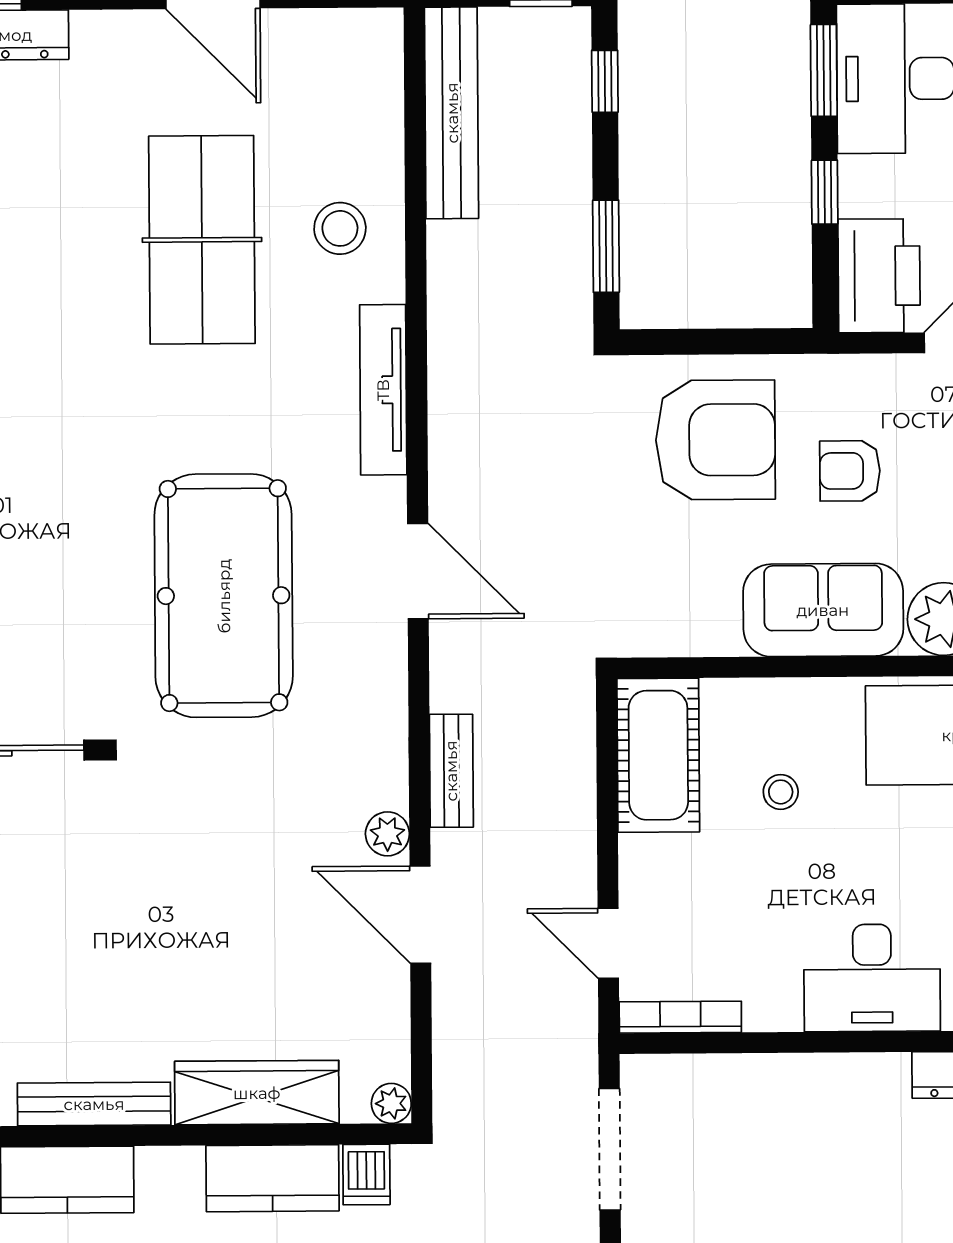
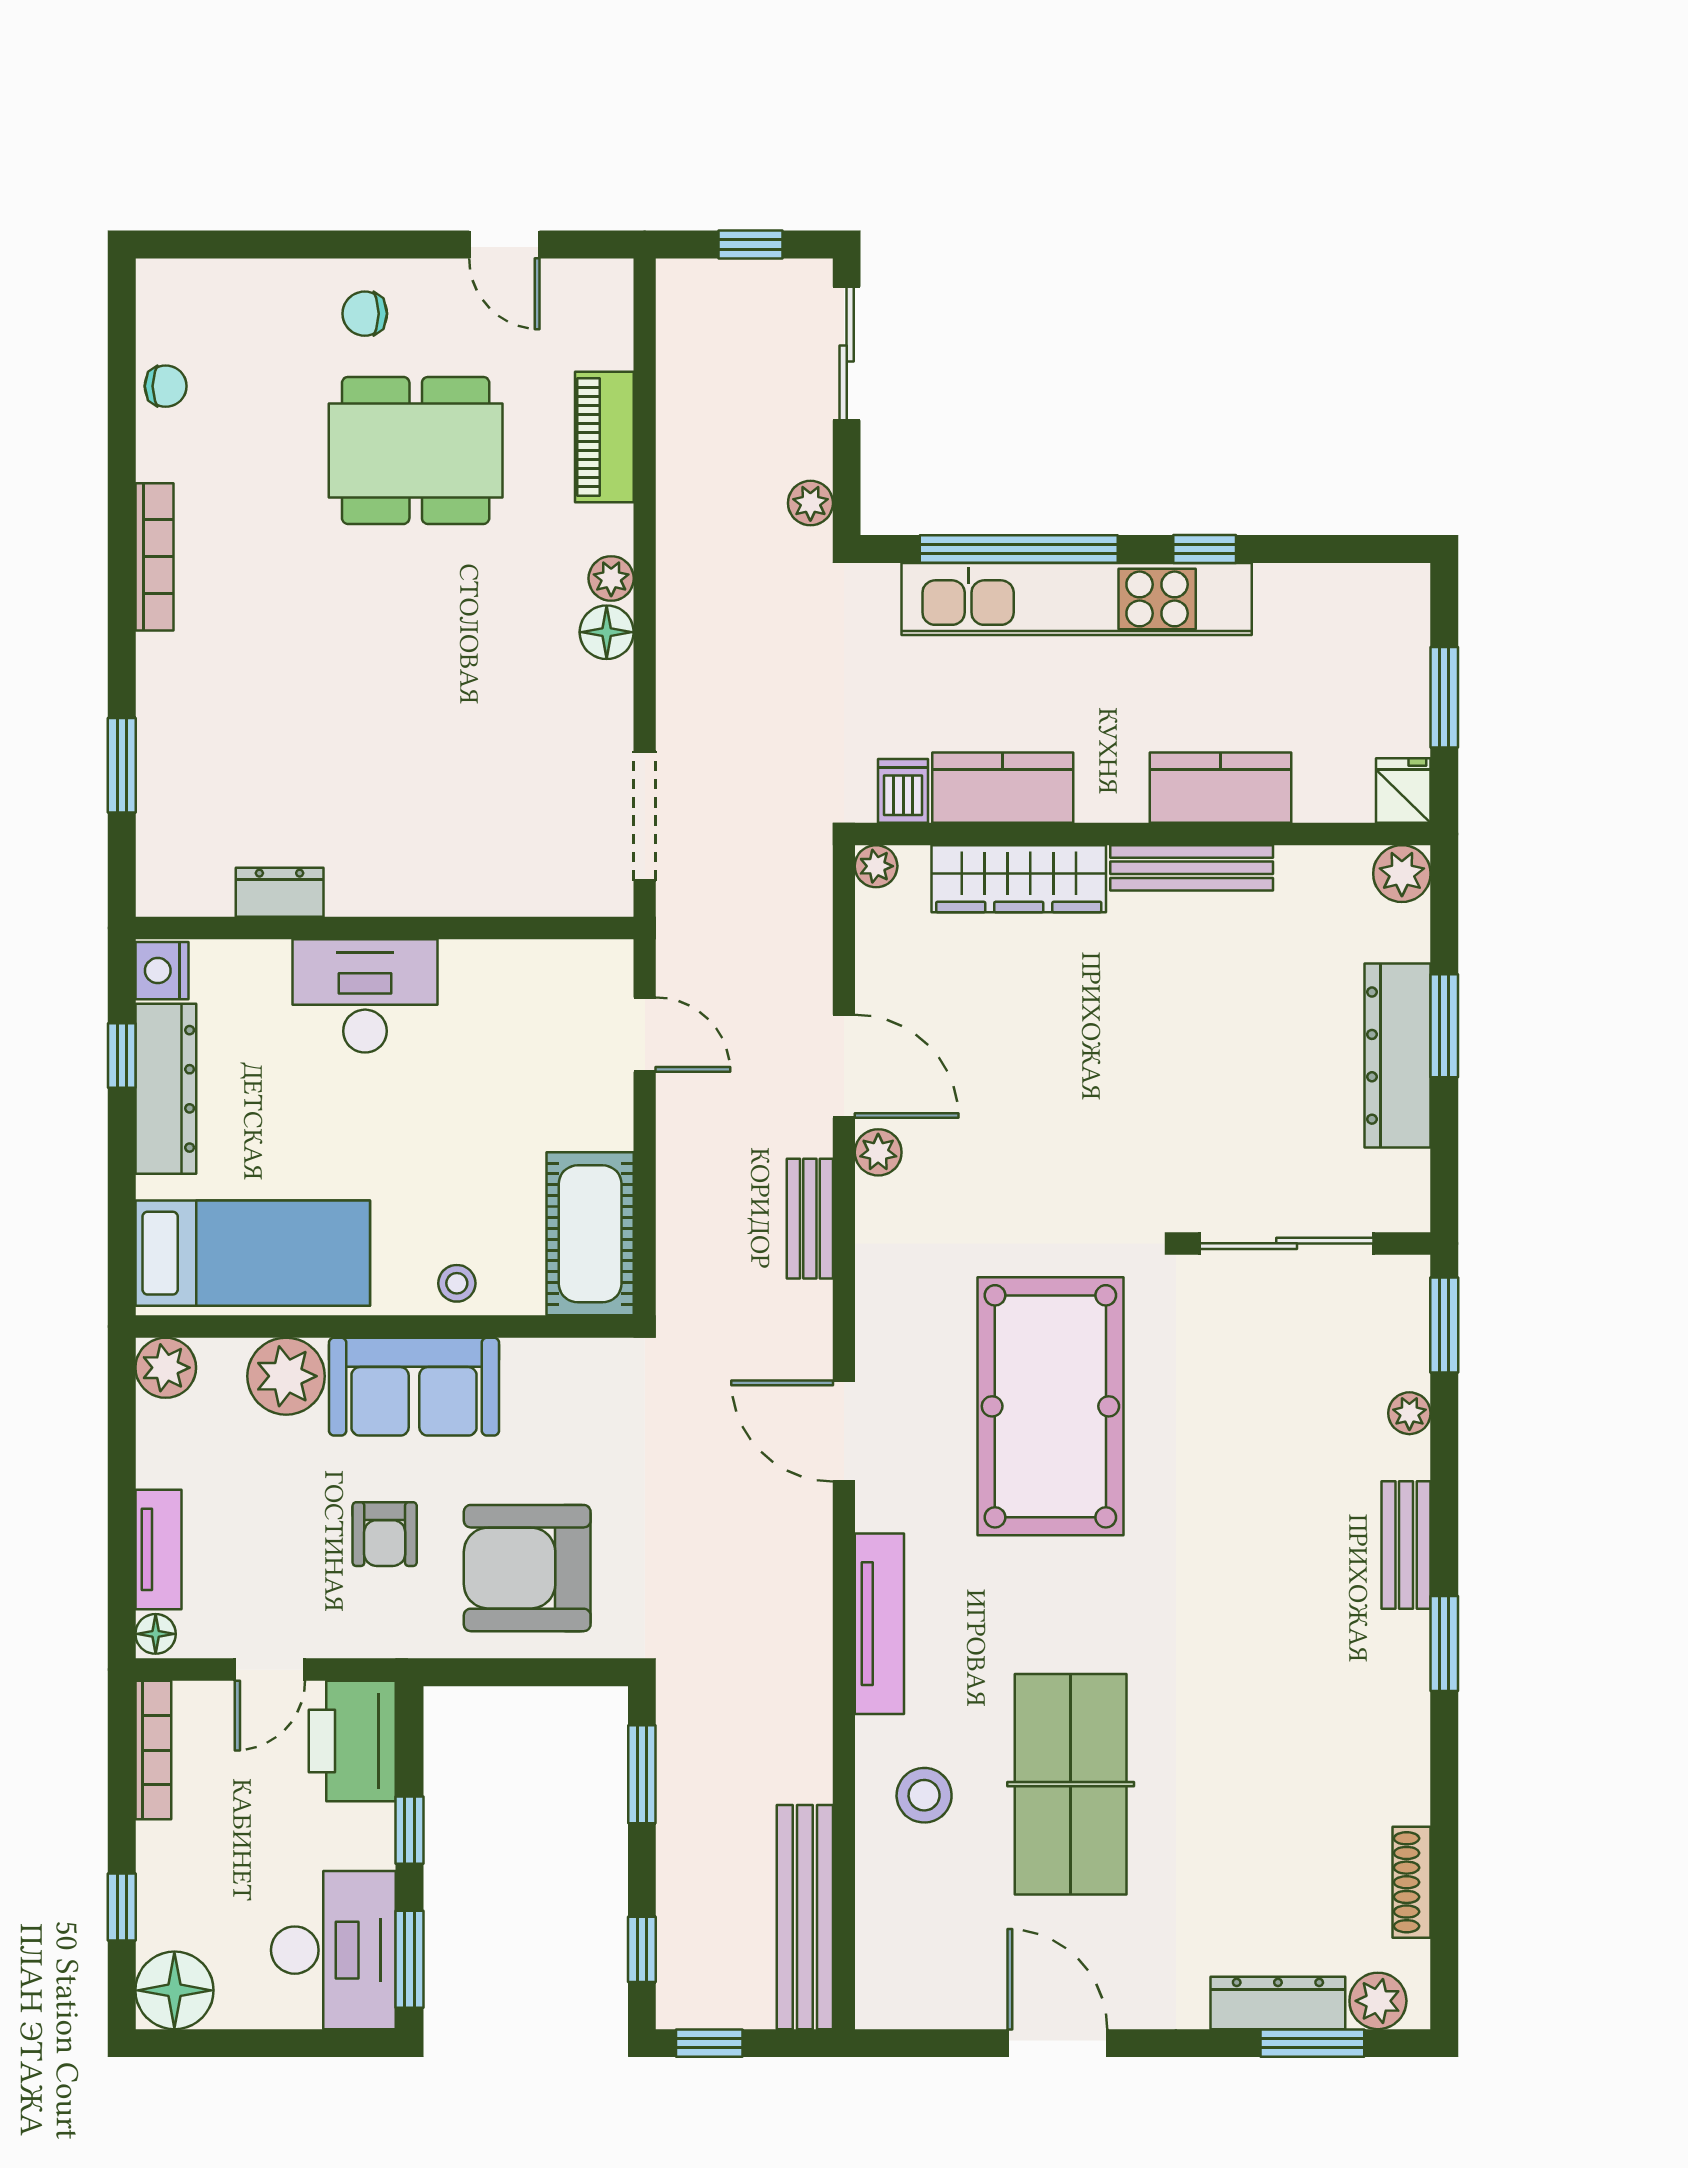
armchair: (850, 471) -> (385, 1534), turned 90
stool: (781, 792) -> (457, 1283), moved
bookcase: (680, 1017) -> (569, 956), removed

